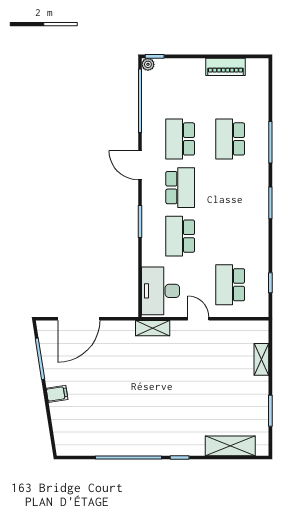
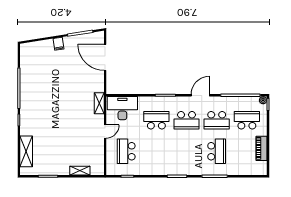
school desk: (180, 90) -> (247, 120), added
school desk: (180, 139) -> (217, 120), turned 180
school desk: (230, 139) -> (217, 151), turned 90
school desk: (230, 285) -> (126, 151), turned -90

